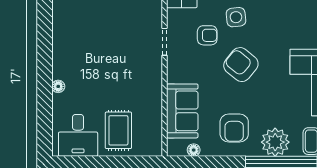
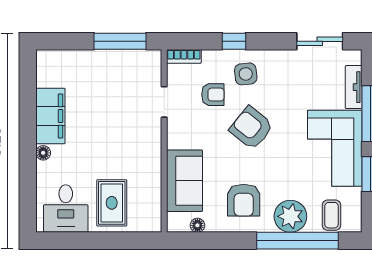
filing cabinet: (65, 54) -> (50, 116), added

